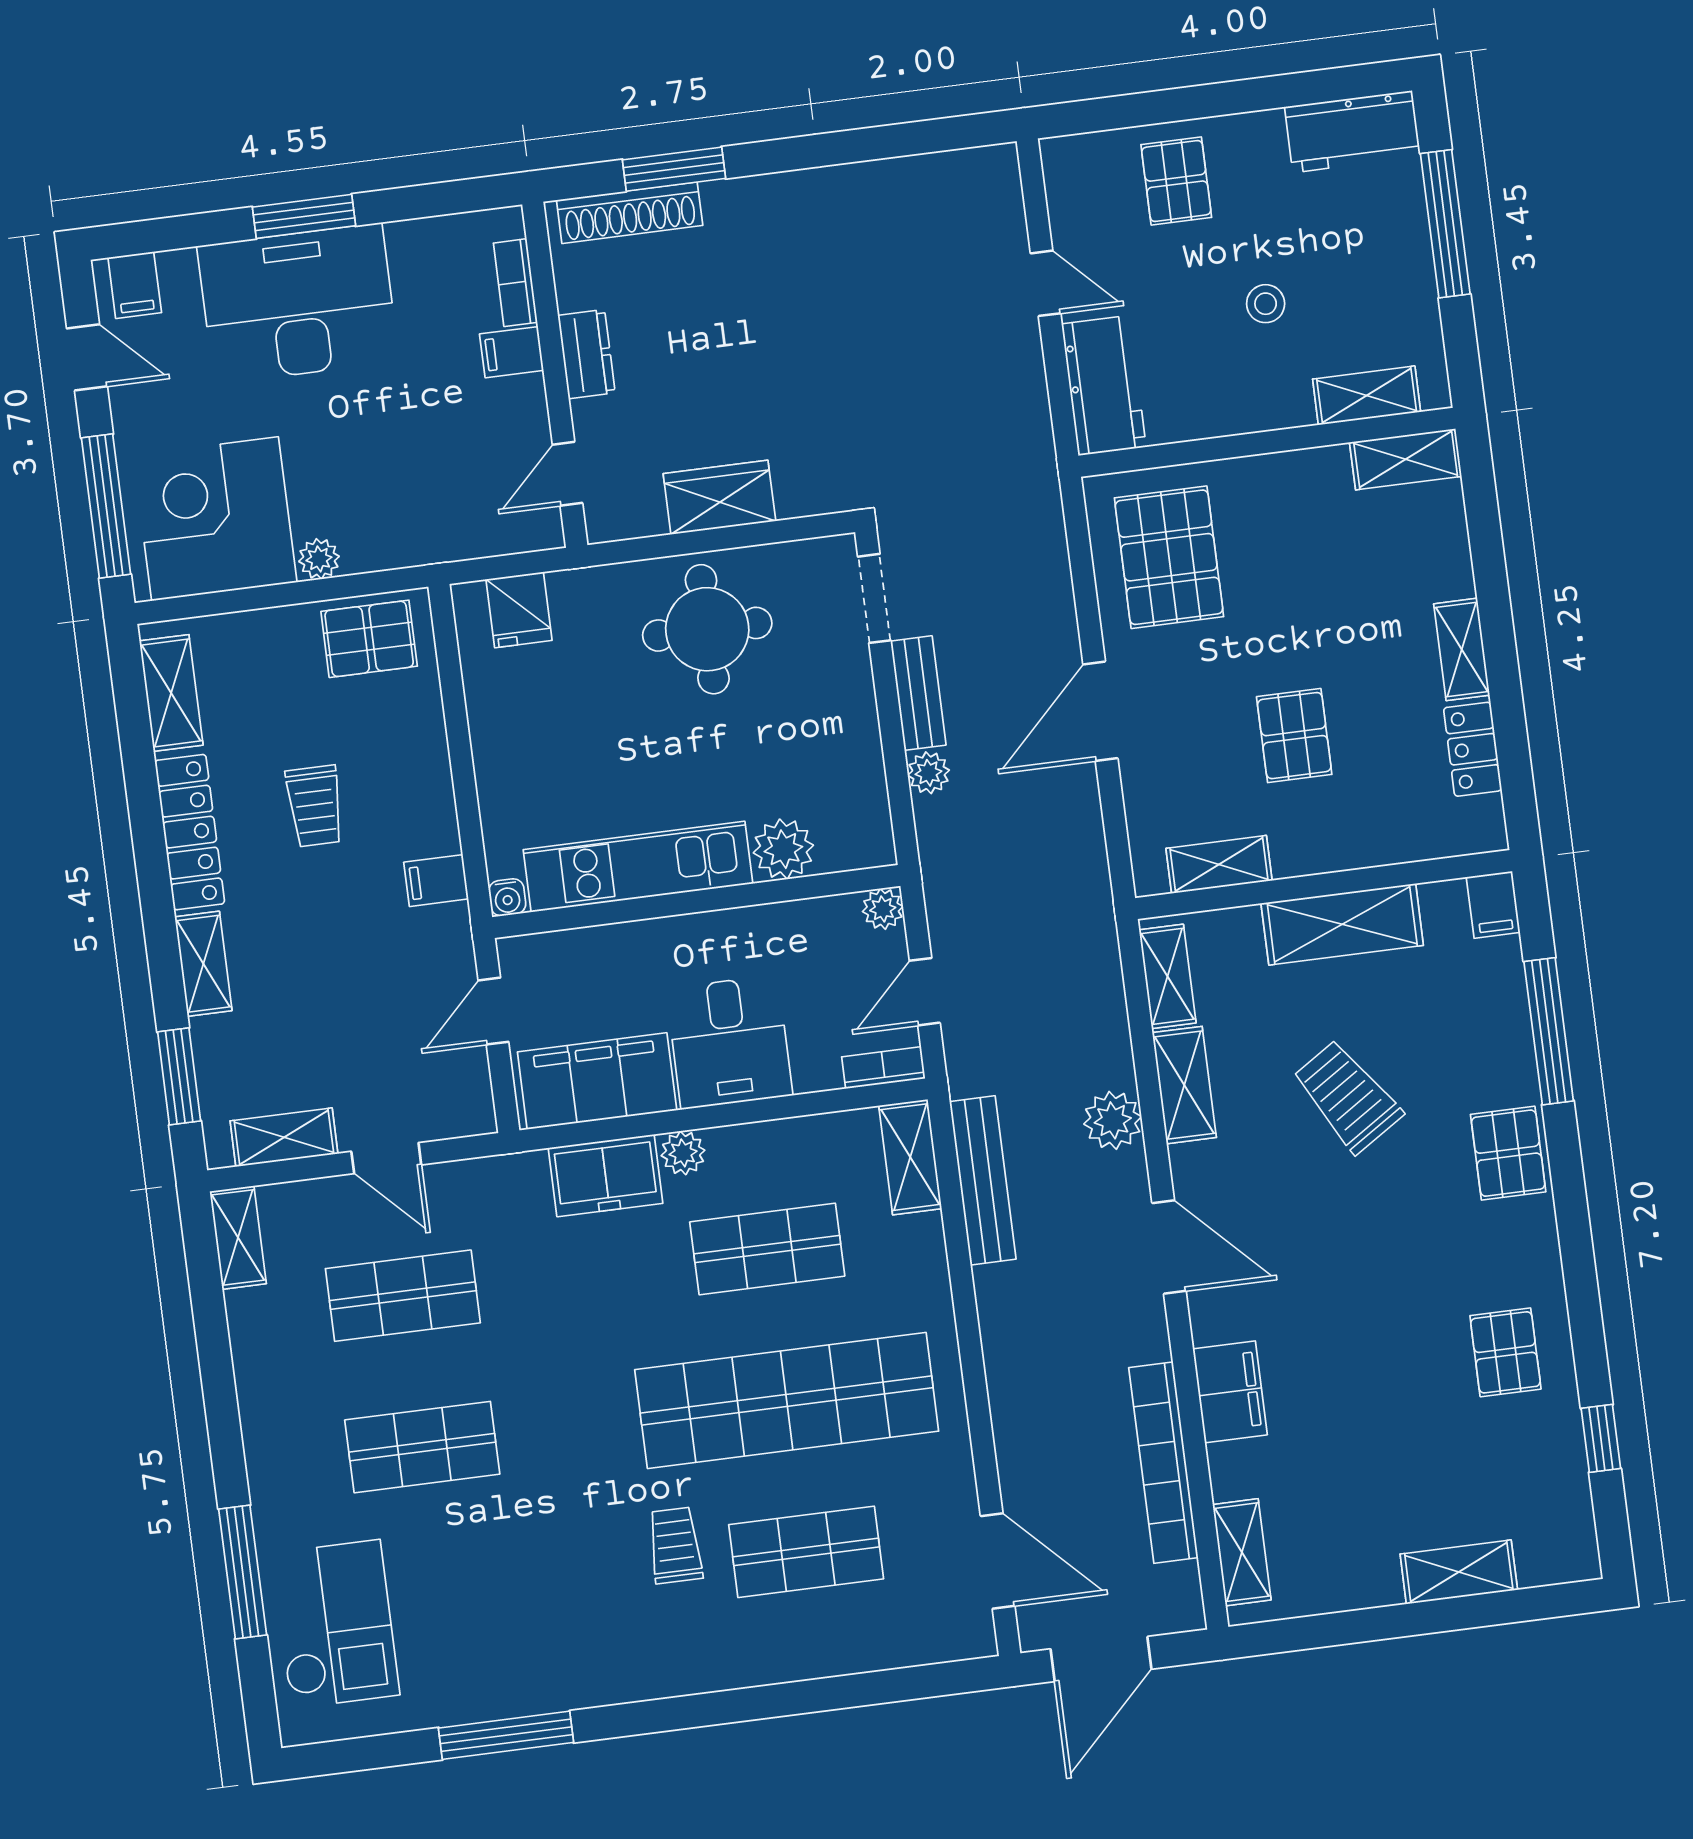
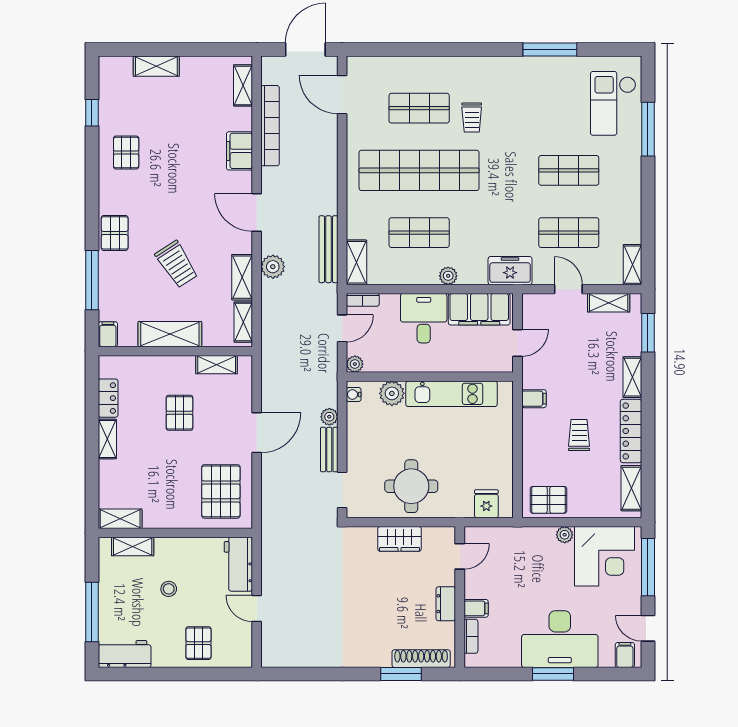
water cooler: (507, 897) -> (354, 394), moved, turned -90
freezer: (606, 1176) -> (510, 271), moved

